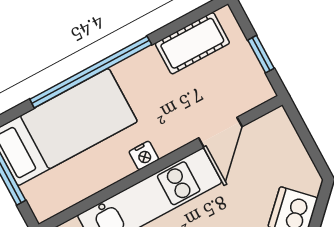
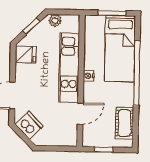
door: (220, 132) -> (80, 114), swing flipped

